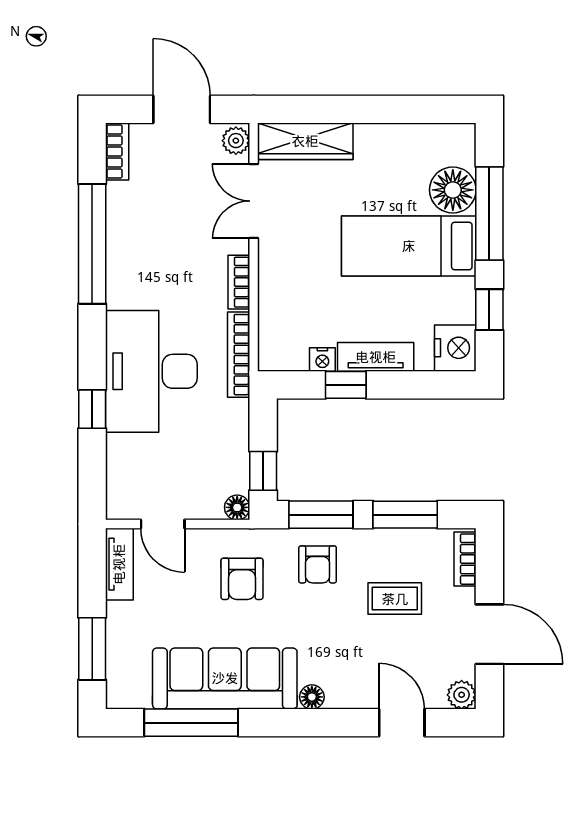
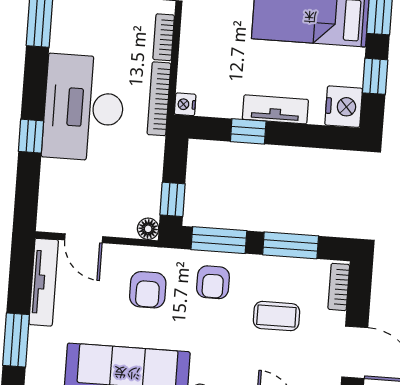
nightstand: (322, 359) -> (185, 104), moved, turned 90
tv unit: (119, 564) -> (44, 282), width x1.41

